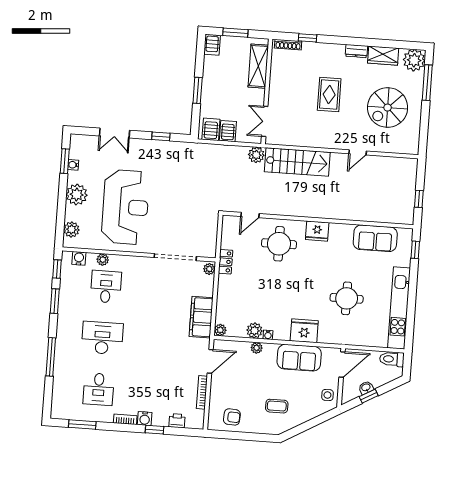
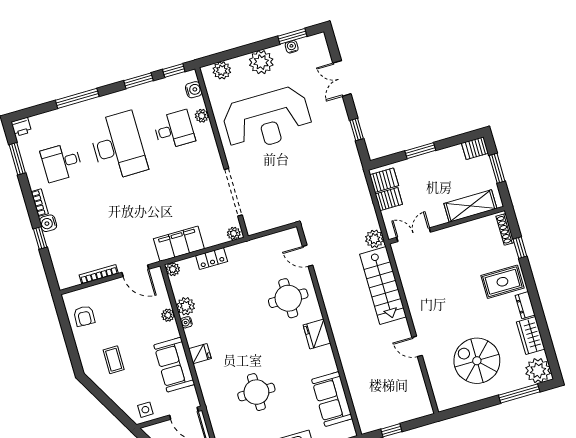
rug: (329, 94) -> (502, 282), moved
locker: (225, 262) -> (212, 258), moved
fridge: (304, 331) -> (200, 354), width x0.53, depth x0.75
desk: (102, 338) -> (118, 146), width x1.36, depth x1.30
printer: (177, 421) -> (21, 127), moved, turned 90

